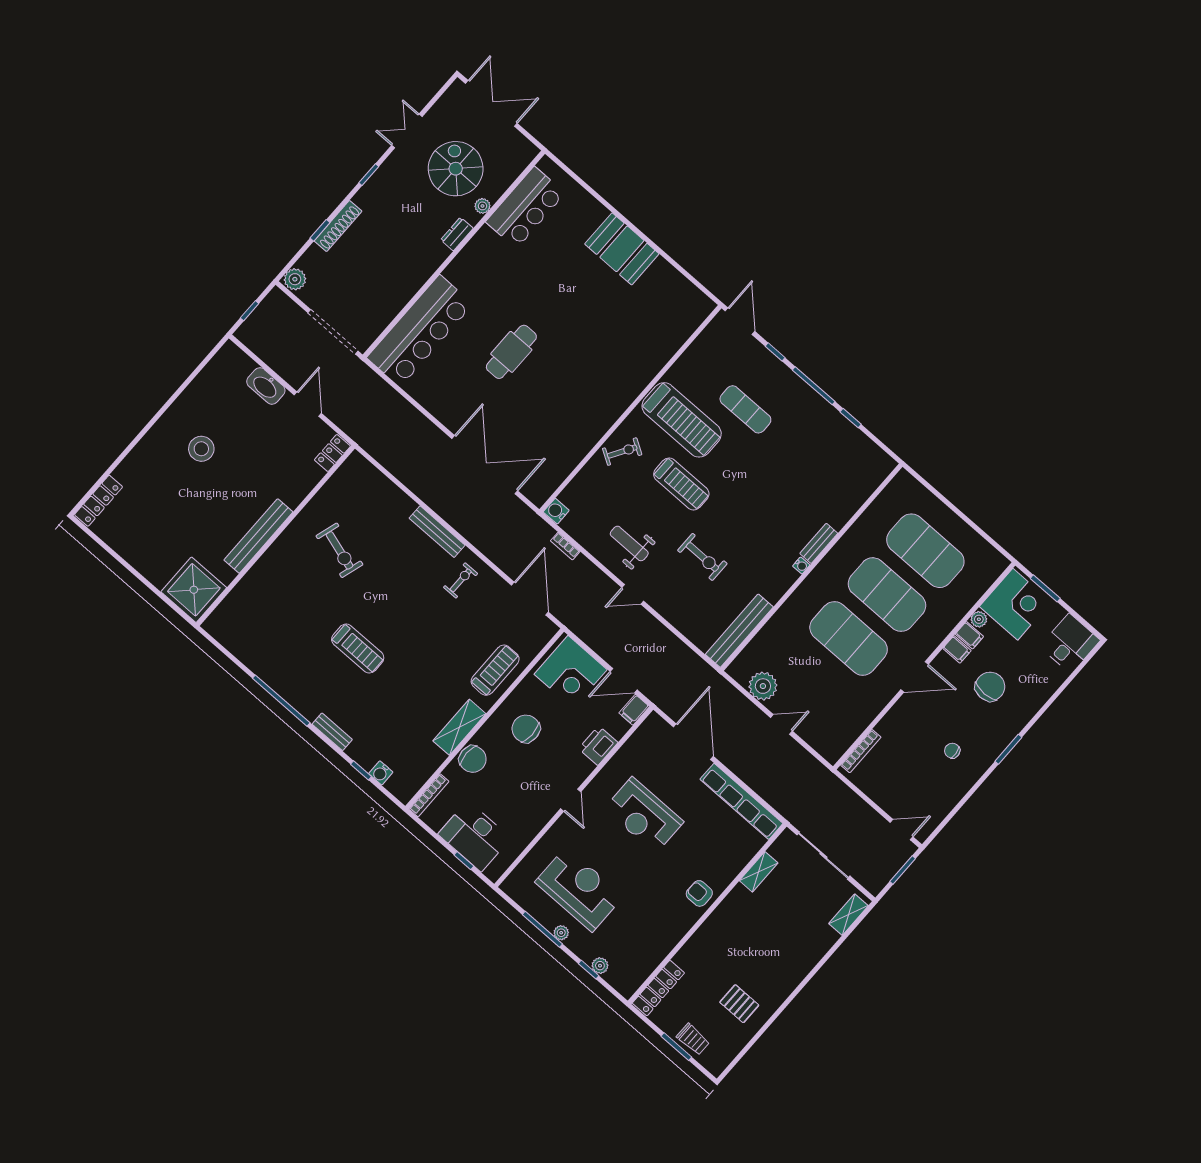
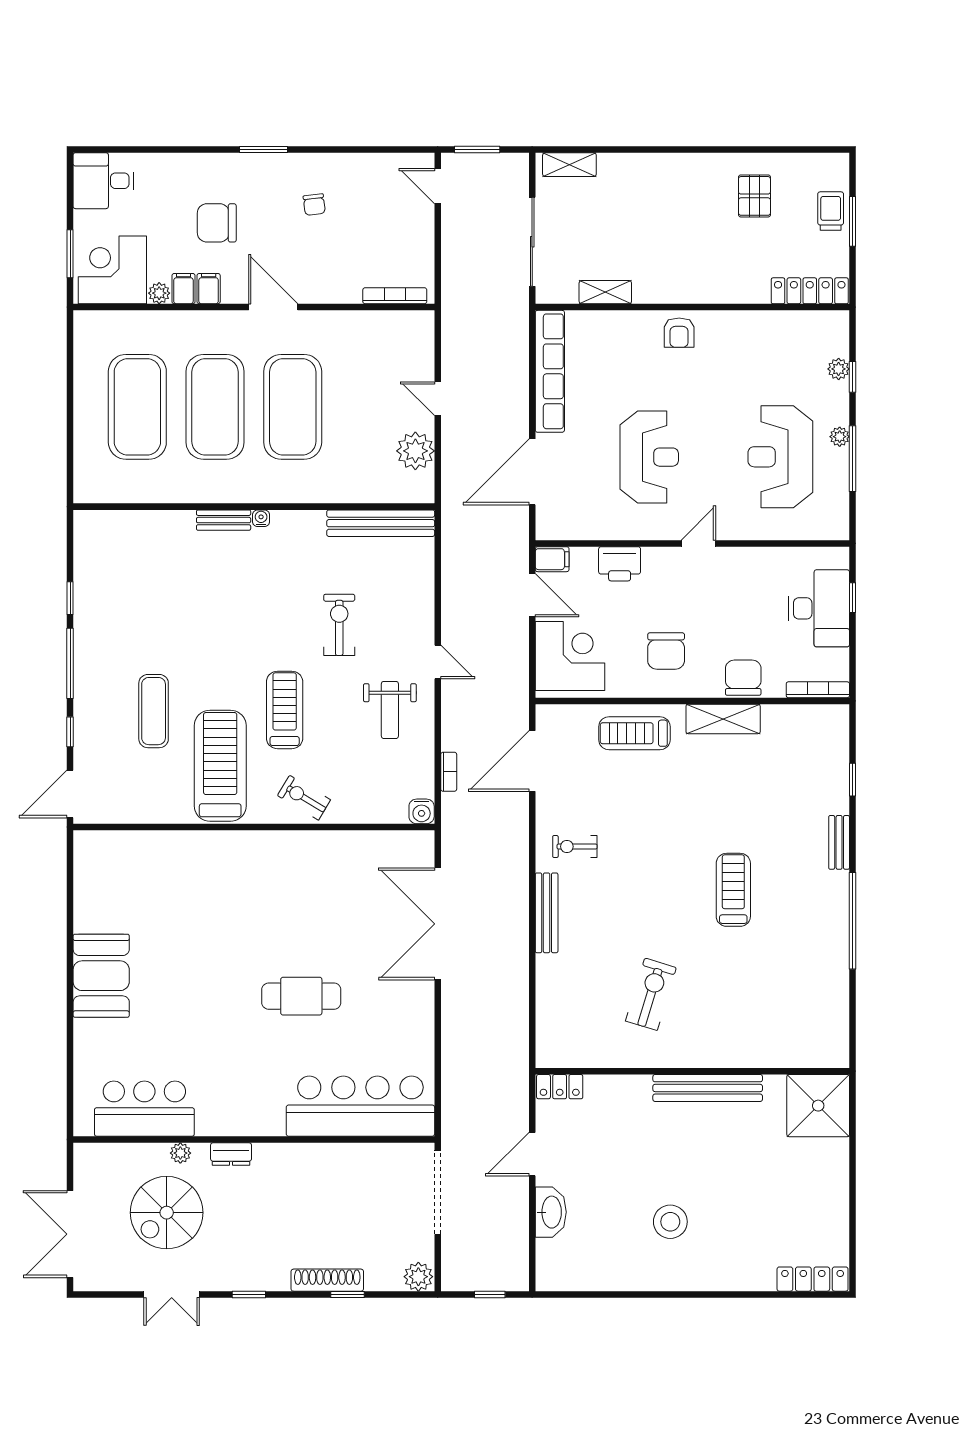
water cooler: (381, 773) -> (838, 758), removed

